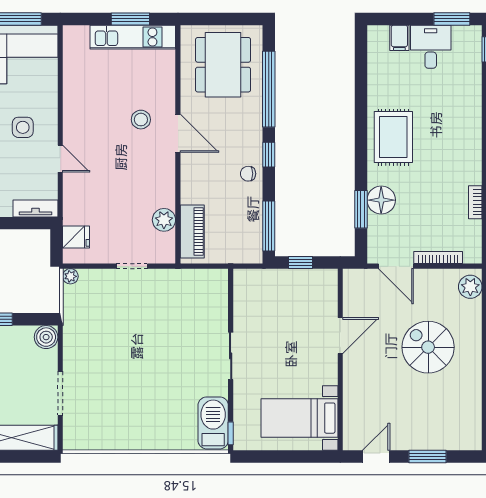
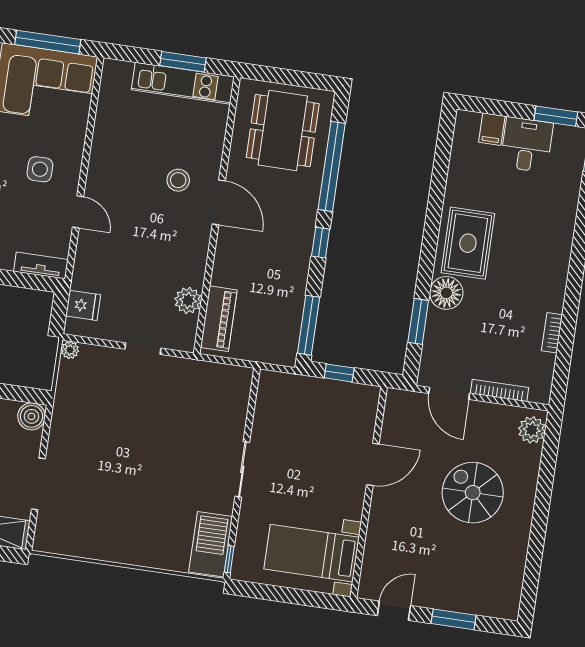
chair: (248, 174) -> (293, 261), removed
floor lamp: (381, 200) -> (446, 293), moved

